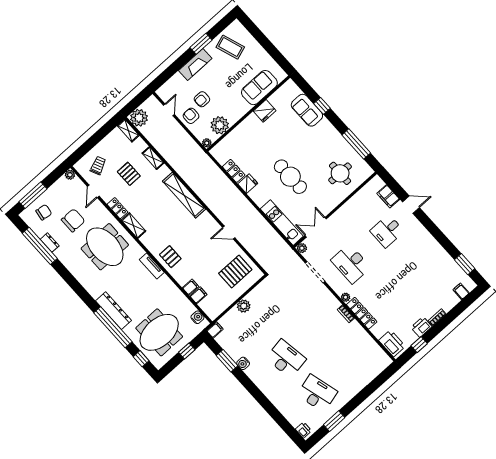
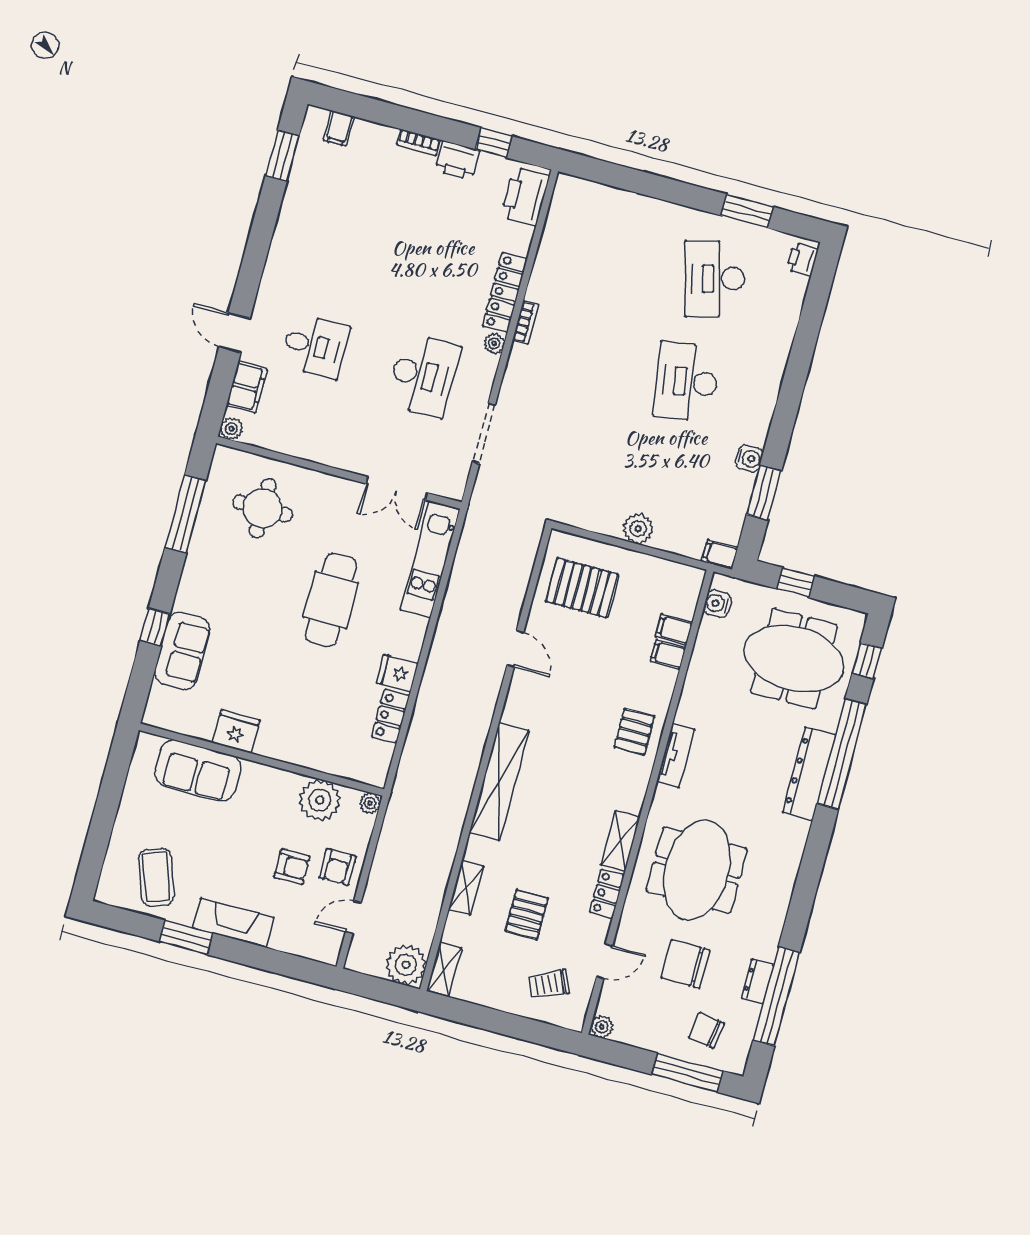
plant: (302, 248) -> (231, 429), moved

